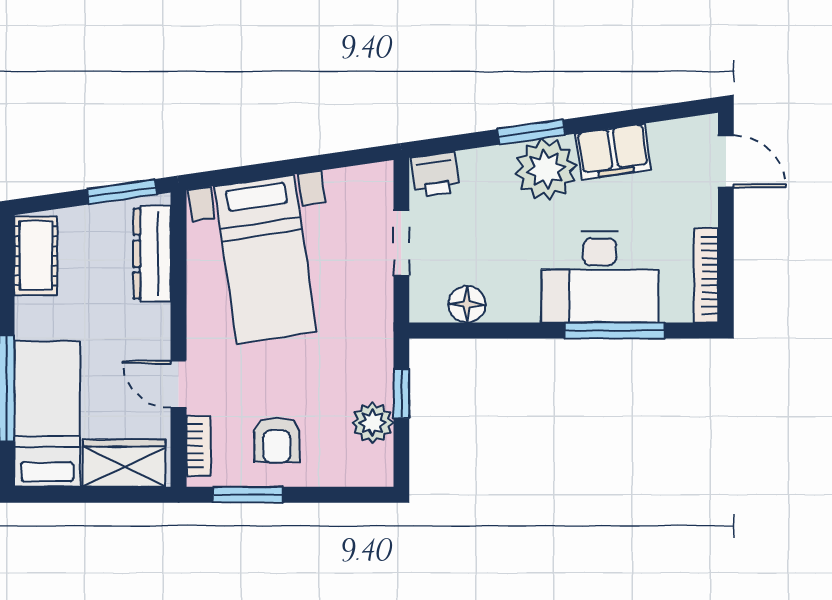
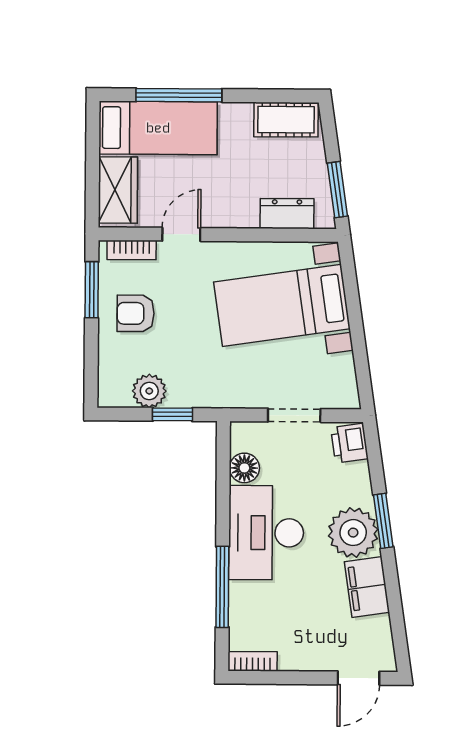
dresser: (152, 254) -> (287, 214), width x0.70
bookcase: (706, 275) -> (253, 661), width x0.64
desk: (600, 277) -> (266, 533), moved

